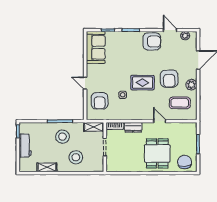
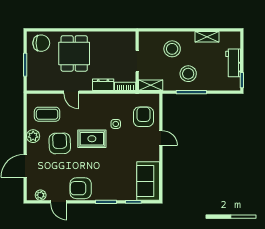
chair: (185, 162) -> (41, 43), turned -85

